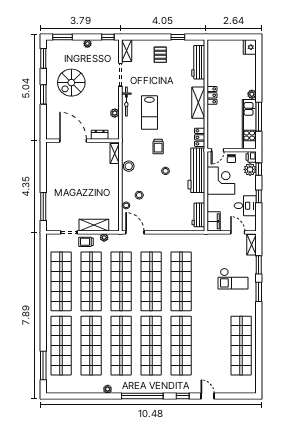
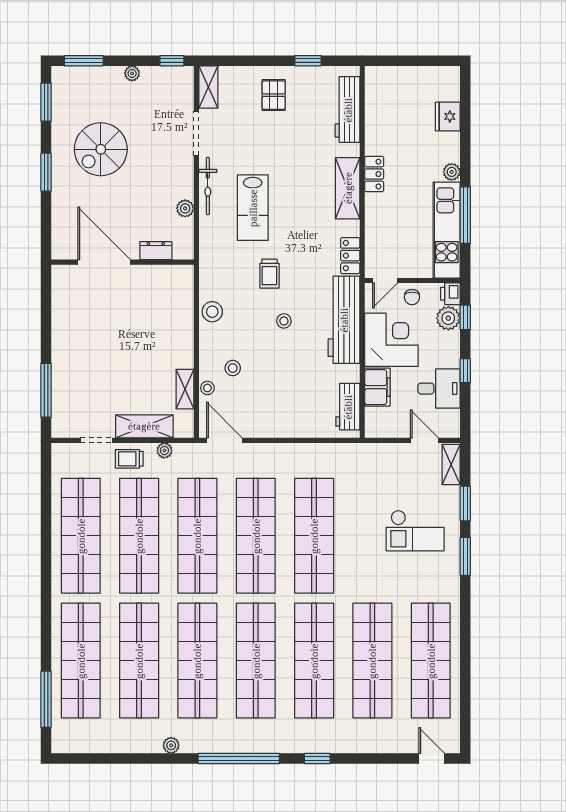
fridge: (250, 47) -> (448, 116), moved
shelving: (115, 154) -> (185, 389), moved
filing cabinet: (214, 221) -> (377, 387), moved
shop shelf: (211, 346) -> (372, 661), added
door: (208, 396) -> (432, 759), moved

